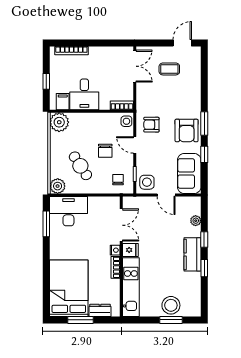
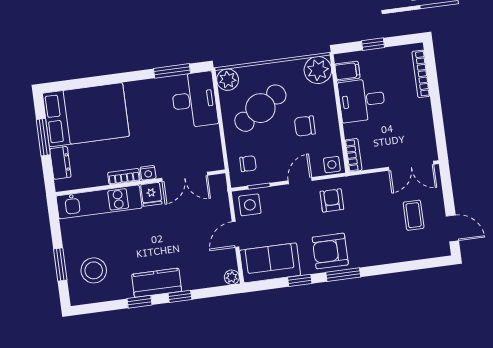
chair: (105, 151) -> (305, 126), moved
cafe table: (80, 166) -> (260, 108), width x1.37, depth x1.35
plant: (196, 221) -> (232, 277), moved
stool: (171, 305) -> (94, 270), moved

